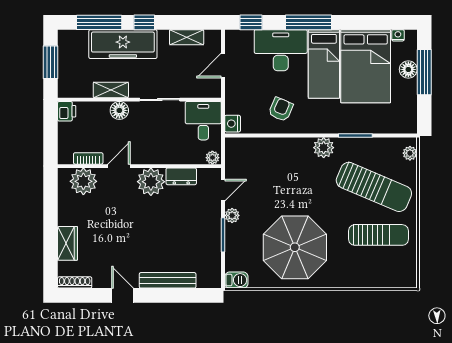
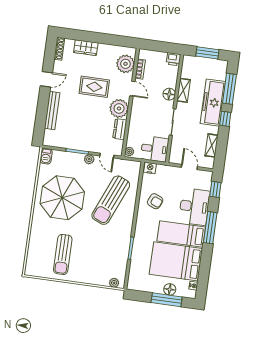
plant: (324, 148) -> (126, 226), removed
sun lounger: (374, 187) -> (111, 200), moved
rug: (124, 223) -> (94, 87), added

